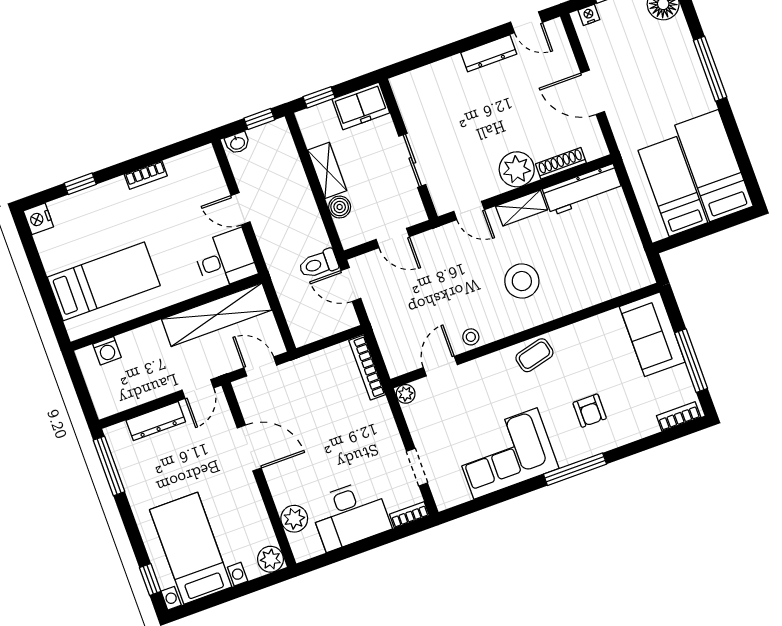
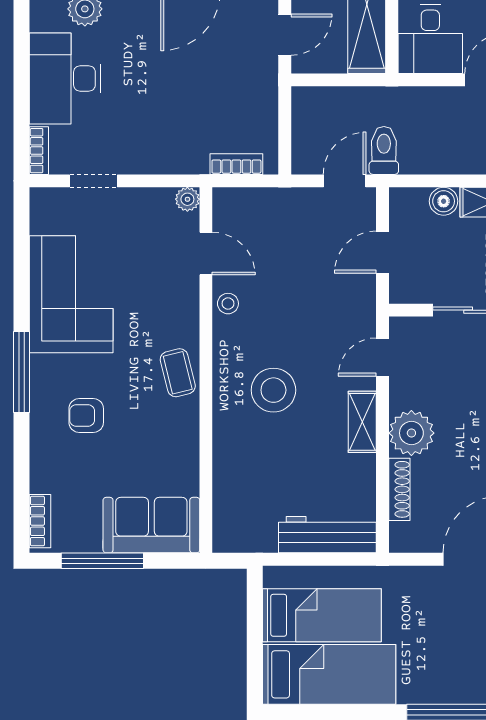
workbench: (582, 190) -> (327, 535), moved, turned 90
bookcase: (367, 368) -> (236, 164), width x0.64

